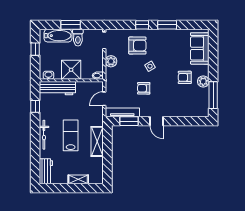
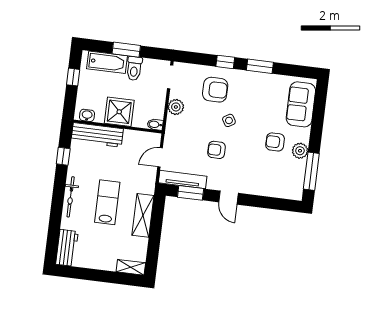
shelving: (78, 179) -> (131, 267), moved

